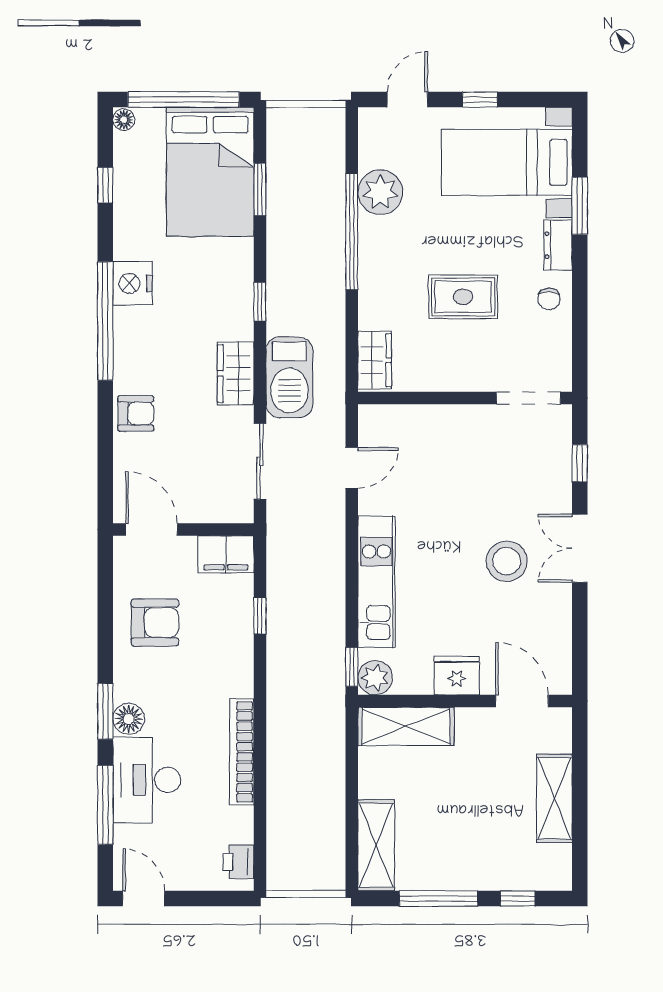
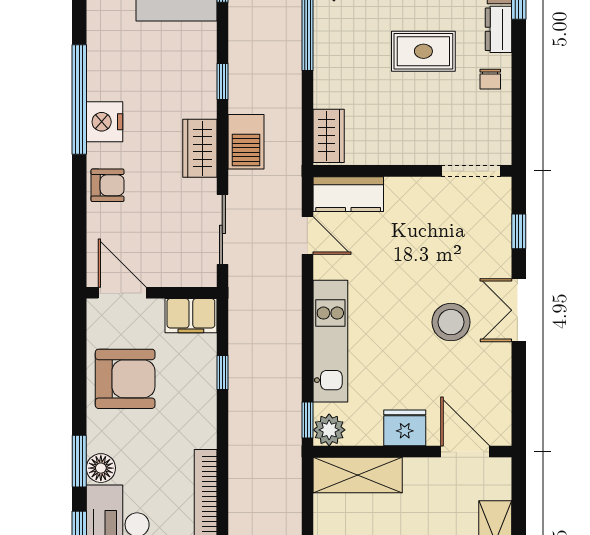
nightstand: (133, 283) -> (104, 122), moved
rug: (463, 297) -> (423, 51), moved
barbecue: (289, 377) -> (246, 142), width x0.73, depth x0.83
kitchen counter: (396, 423) -> (348, 194), added
door: (352, 468) -> (307, 236), hinge flipped
armchair: (155, 623) -> (125, 379), width x1.36, depth x1.36

